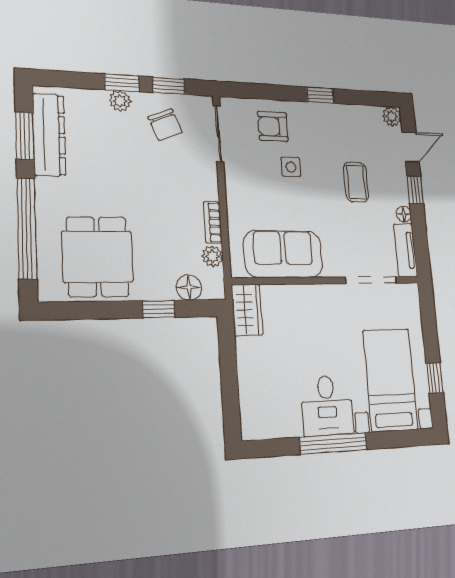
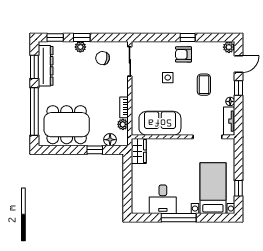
window: (169, 86) -> (55, 38), moved
chair: (165, 125) -> (103, 58), turned 123
armchair: (273, 126) -> (183, 54), moved
dining table: (98, 257) -> (67, 125), width x1.38
desk: (327, 406) -> (163, 199), moved

